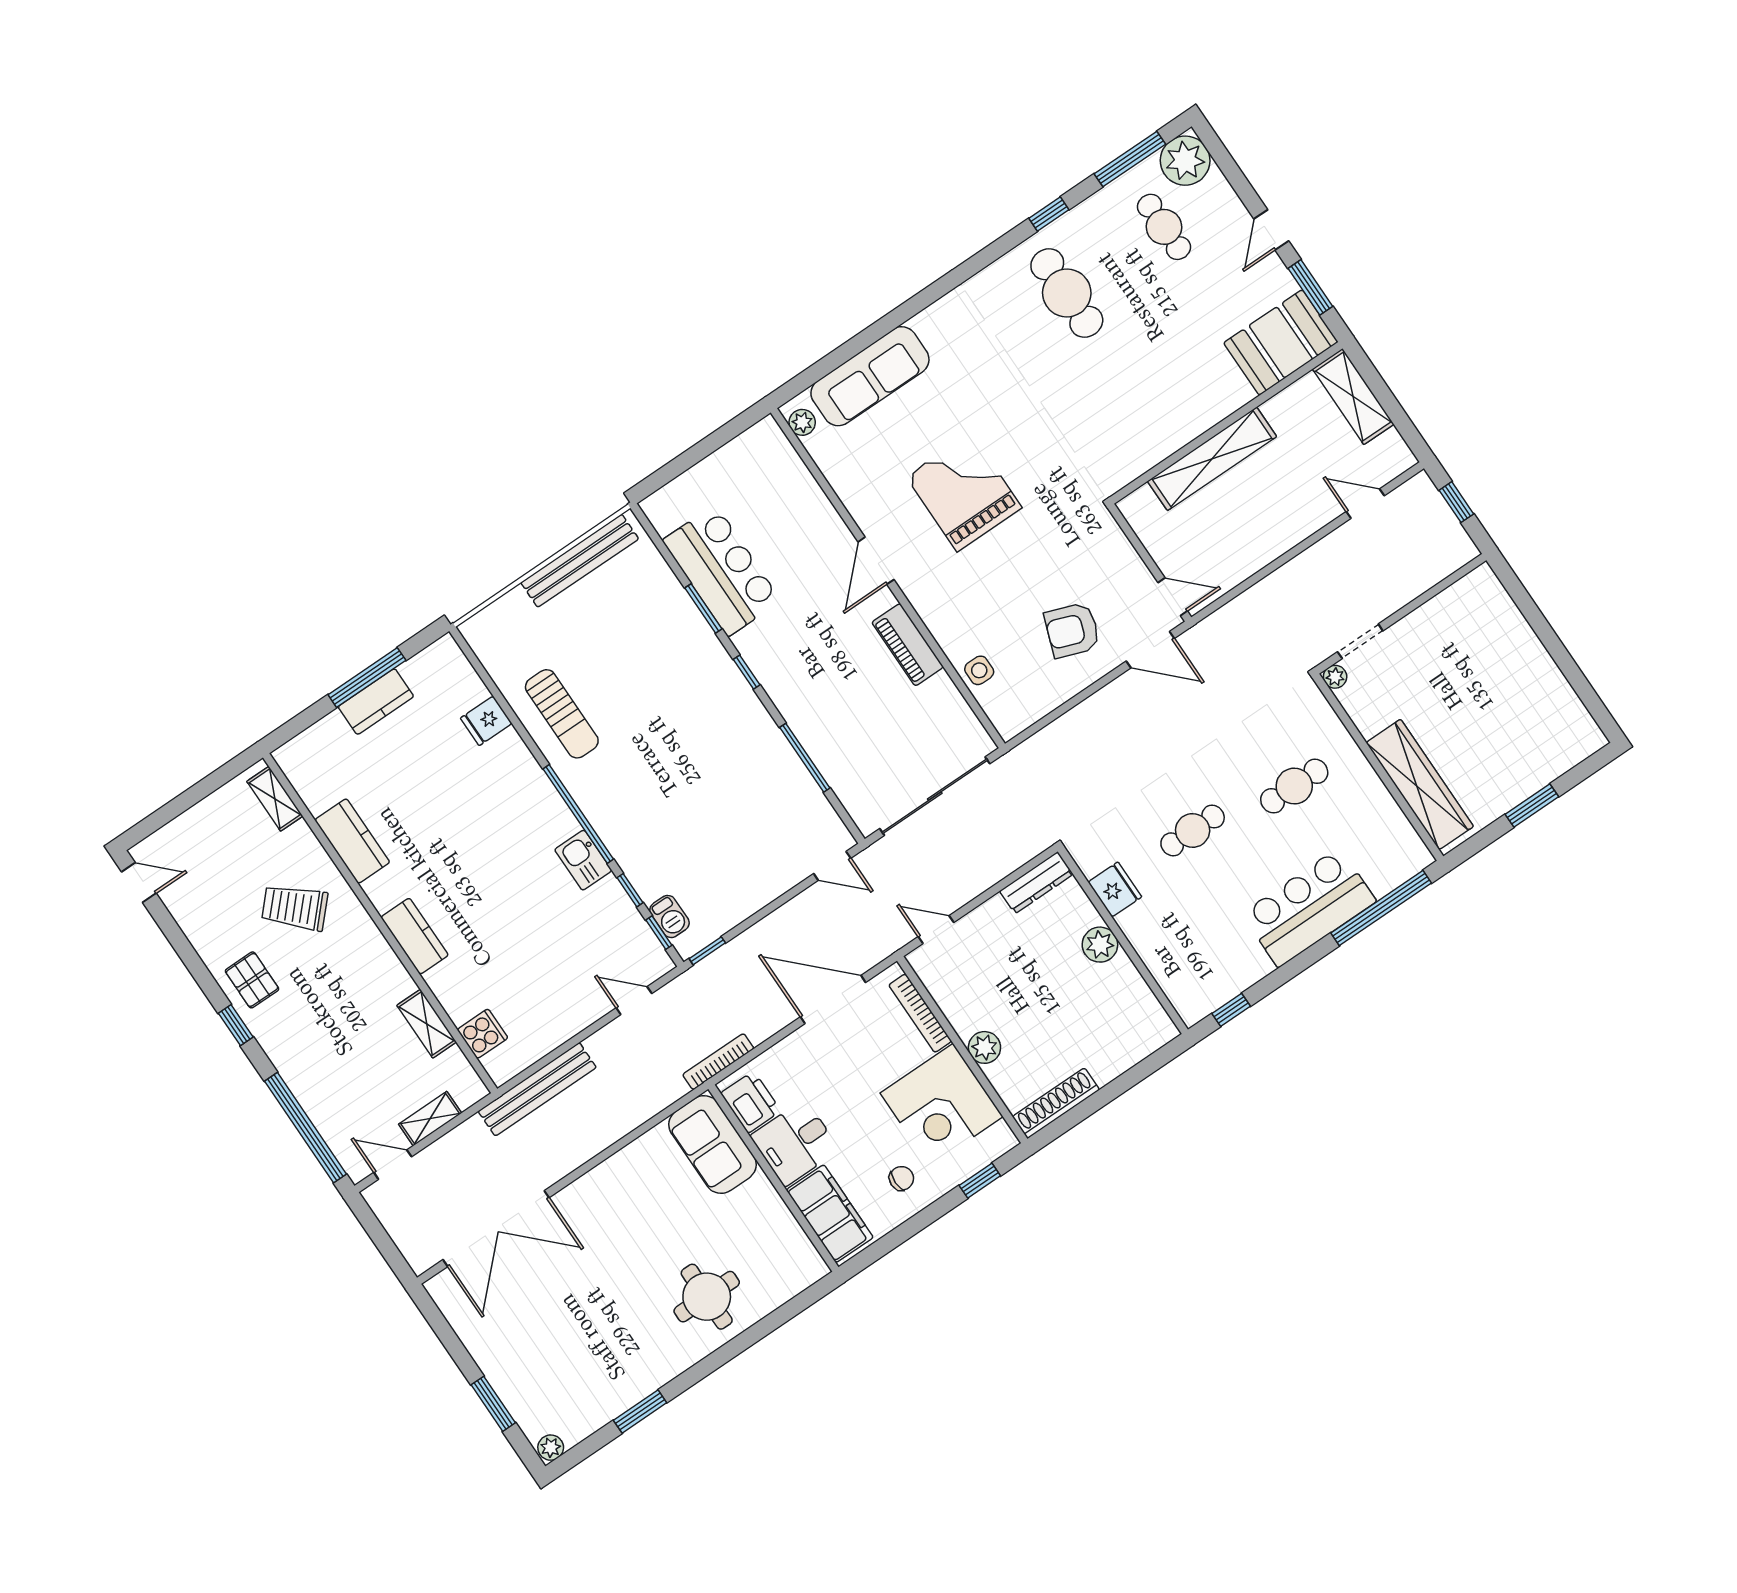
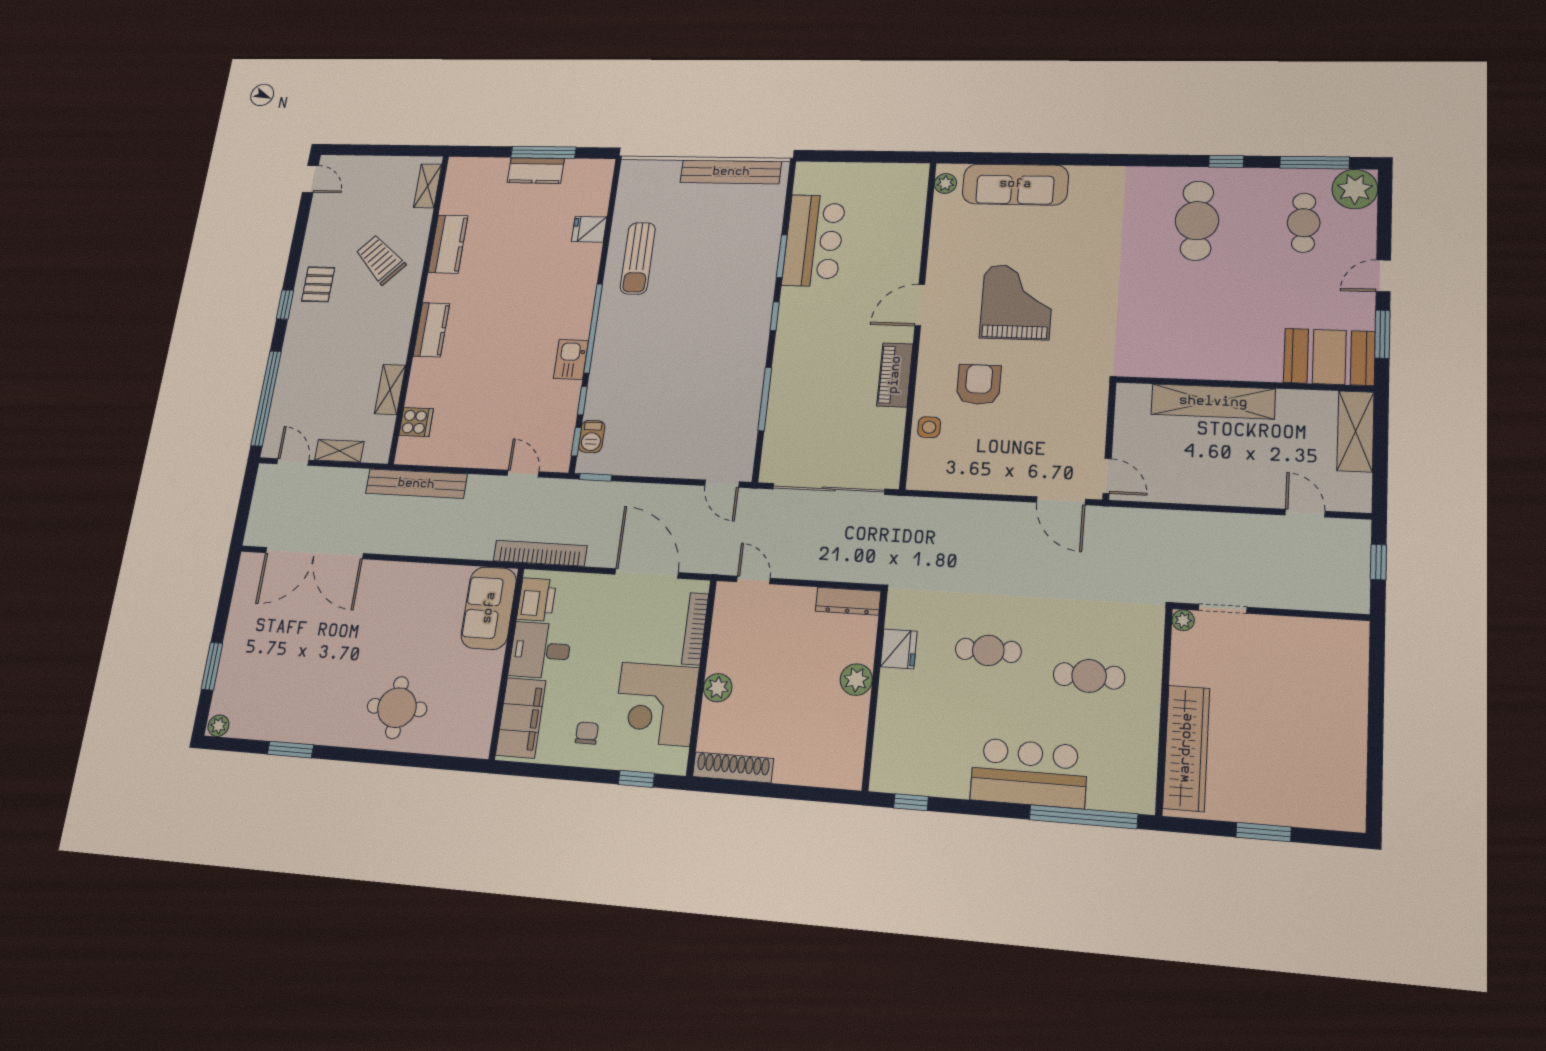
armchair: (1072, 630) -> (979, 384), moved, turned 70
bookcase: (718, 1062) -> (540, 553), width x1.48, depth x1.31
chair: (902, 1178) -> (587, 733), turned -90

